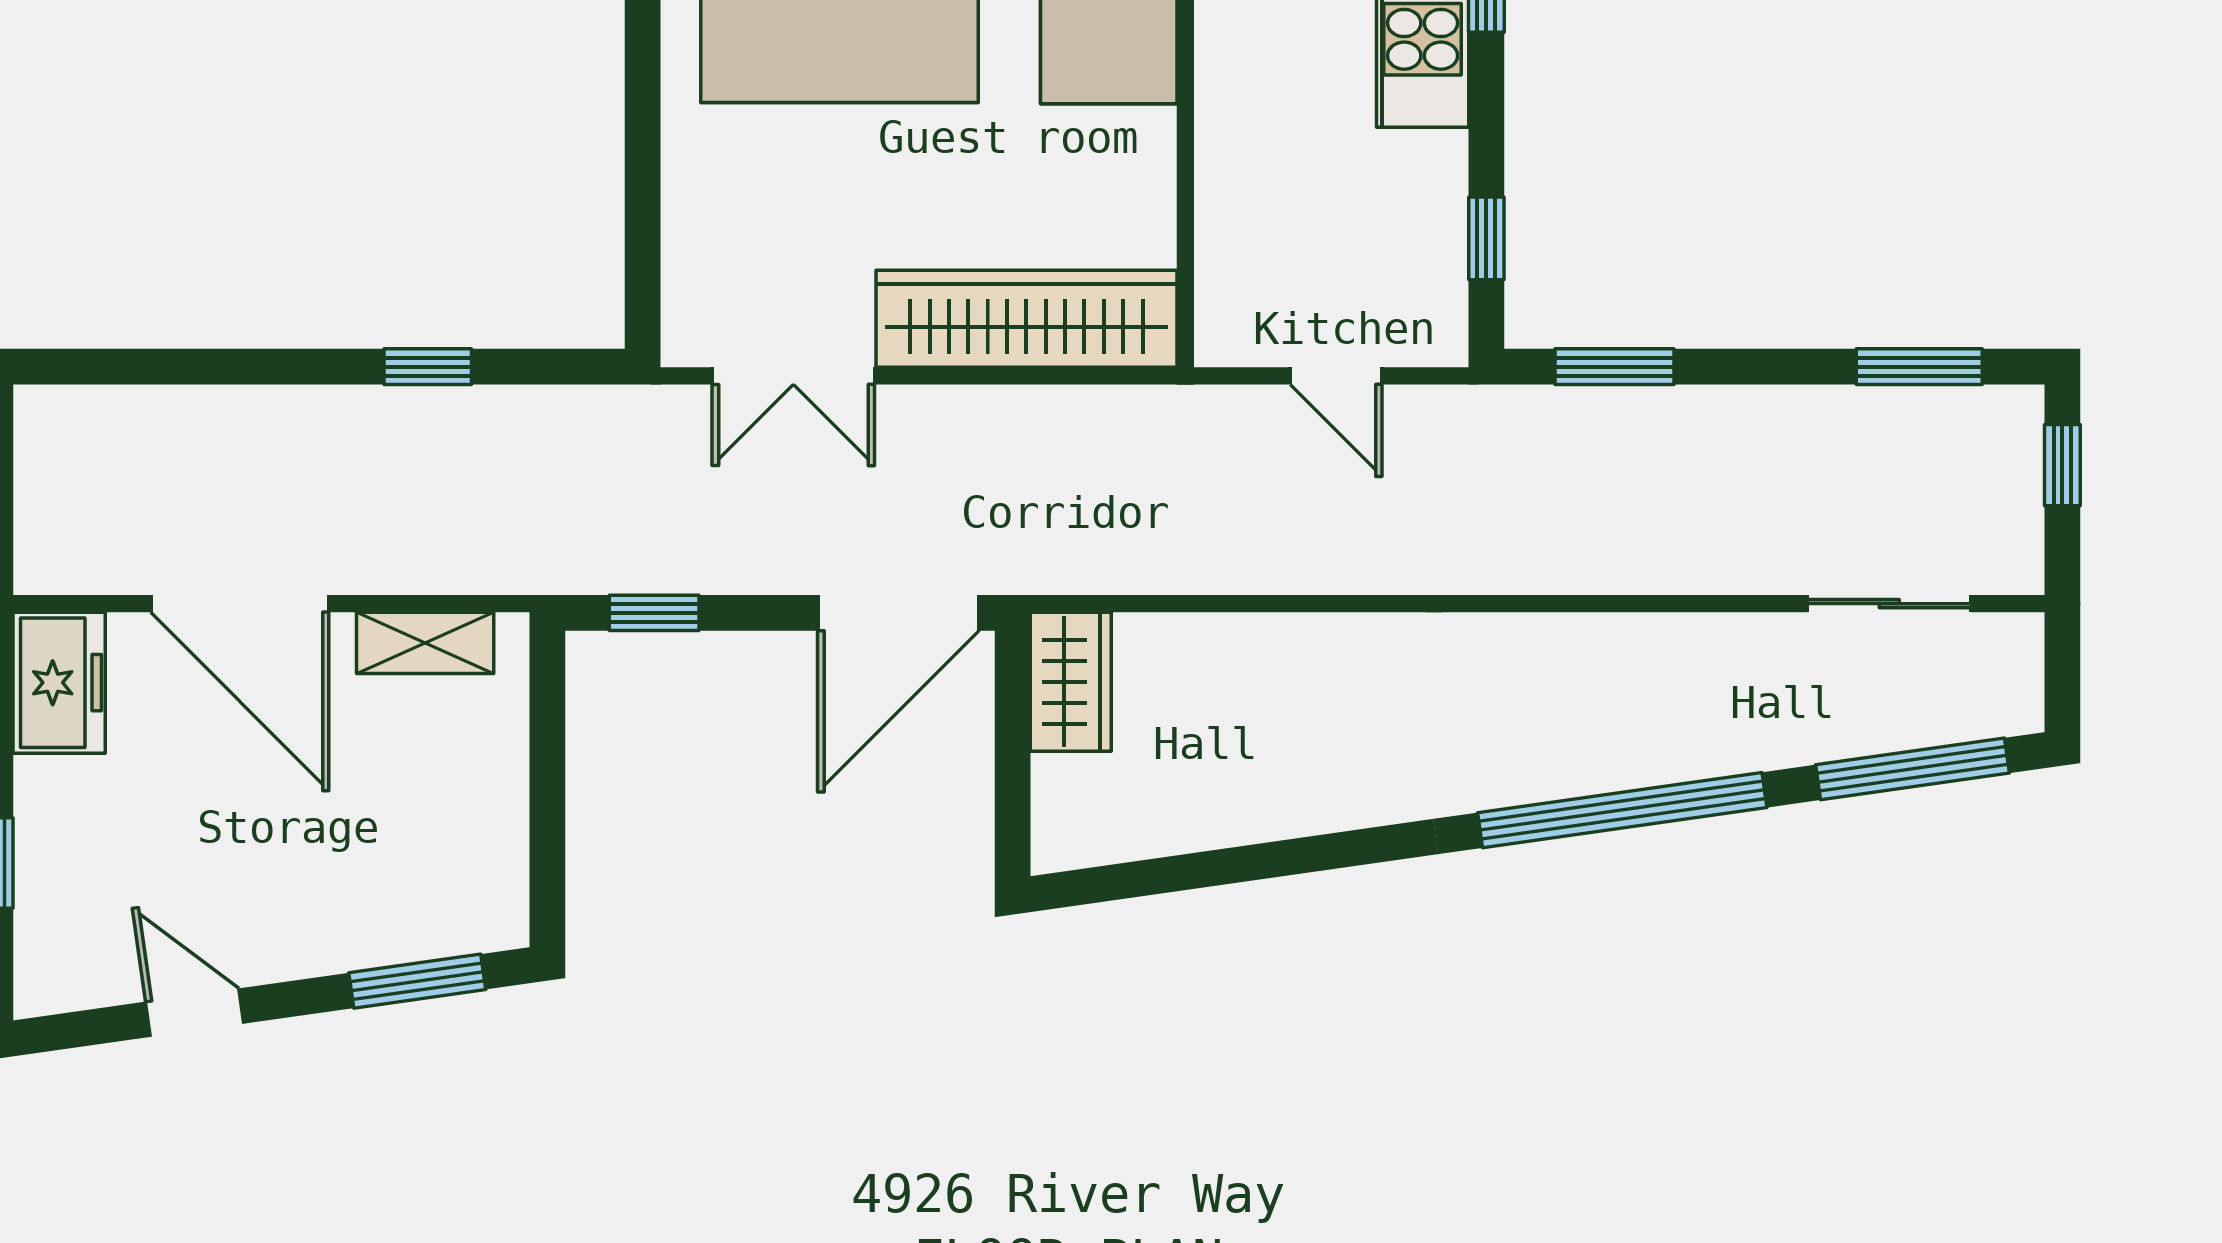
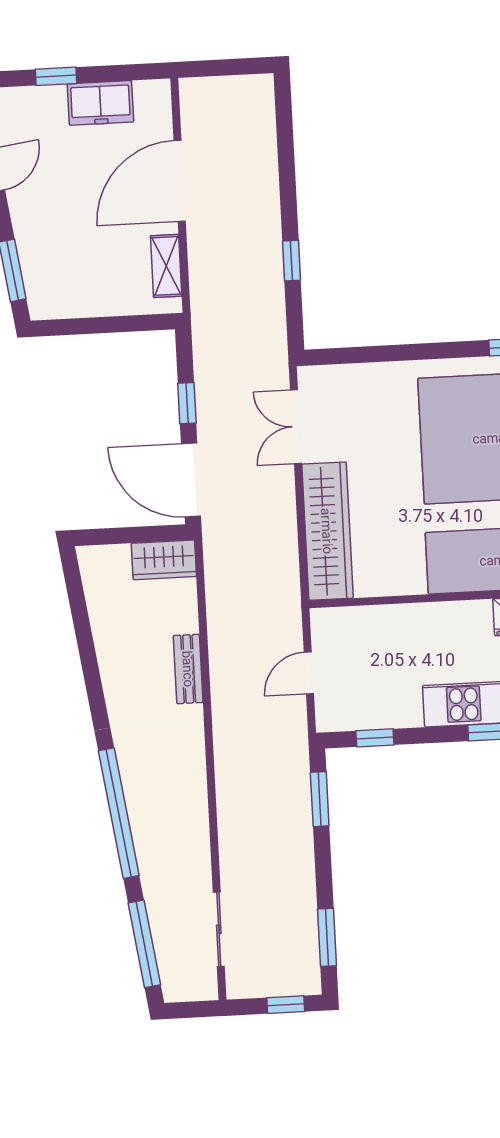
window: (654, 613) -> (187, 403), moved
bench: (1313, 641) -> (188, 669), added
freezer: (59, 683) -> (100, 103), moved

